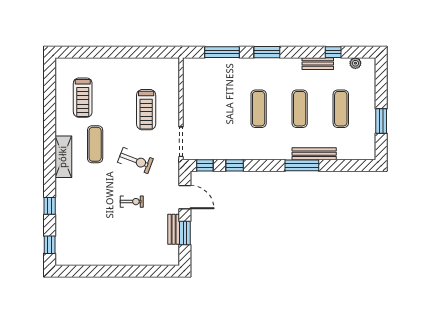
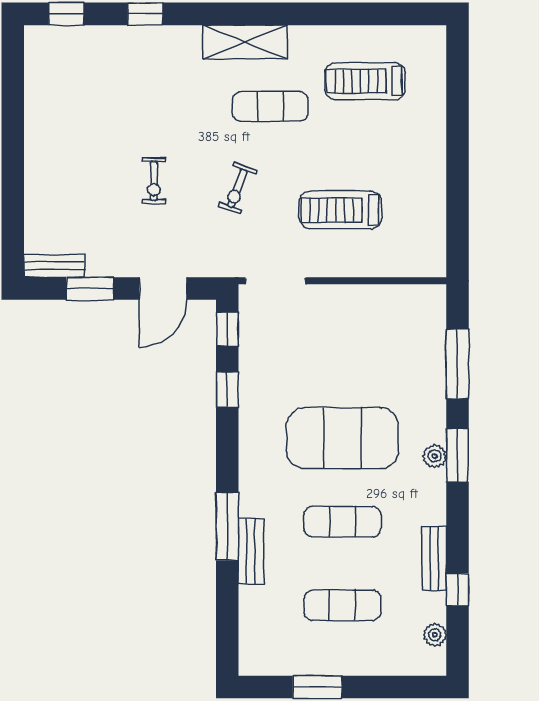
plant: (267, 63) -> (435, 456), added
exercise mat: (259, 109) -> (342, 438), width x2.00, depth x1.45
bench: (314, 154) -> (251, 551), width x0.73
exercise bike: (135, 160) -> (237, 188), width x0.73, depth x0.72
bench: (174, 229) -> (55, 266), moved

